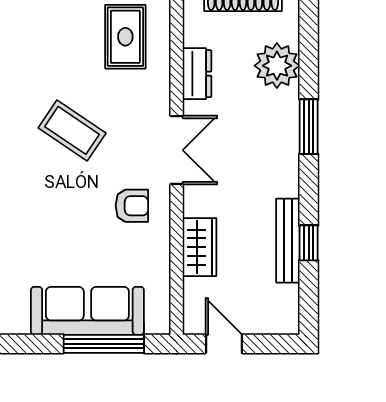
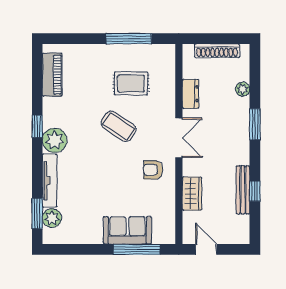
rug: (125, 37) -> (131, 83), moved, turned 90
plant: (277, 66) -> (243, 89), width x0.53, depth x0.53
armchair: (132, 206) -> (153, 170), turned 180
sofa: (87, 311) -> (127, 230), width x0.73

